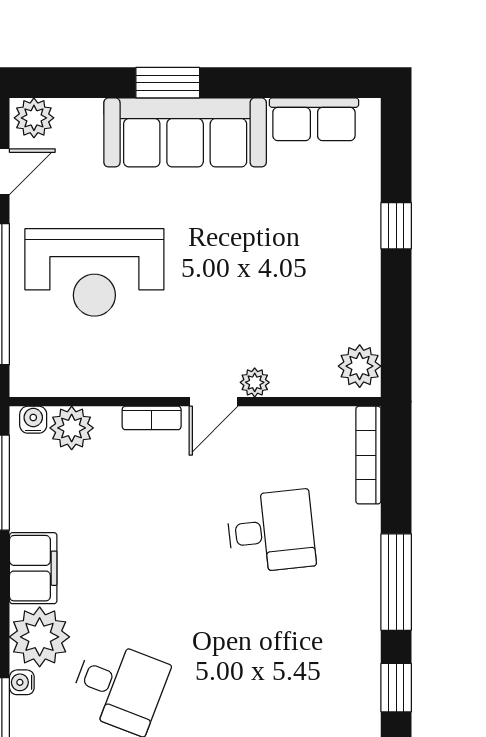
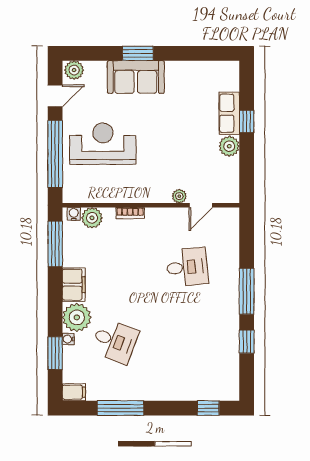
row of seats: (314, 119) -> (229, 113), moved, turned 90
sofa: (185, 132) -> (136, 77), width x0.73
reception desk: (94, 272) -> (103, 144), turned 180
plant: (360, 366) -> (229, 146), moved
door: (213, 402) -> (201, 205), moved
bookcase: (368, 455) -> (233, 231), removed

